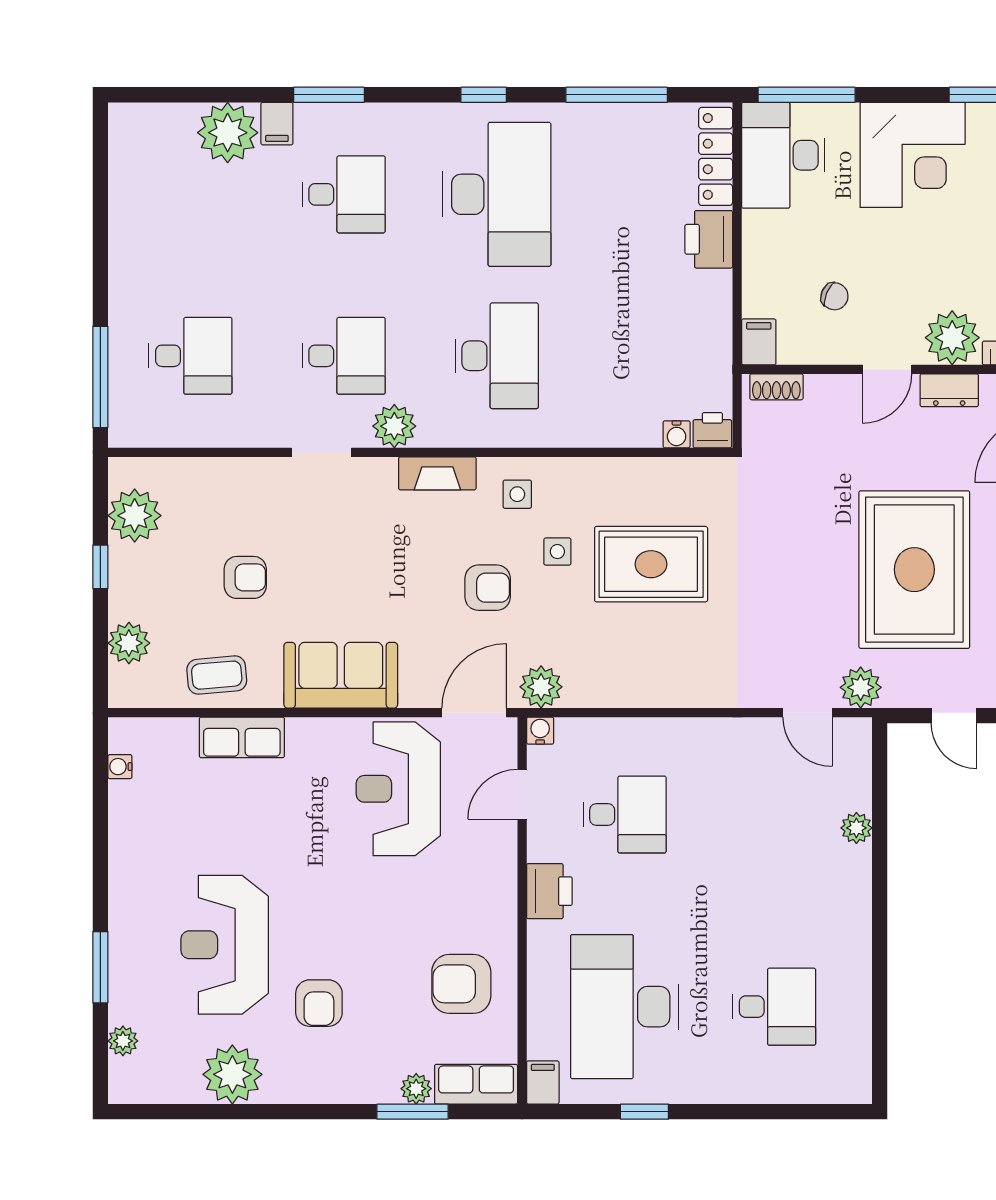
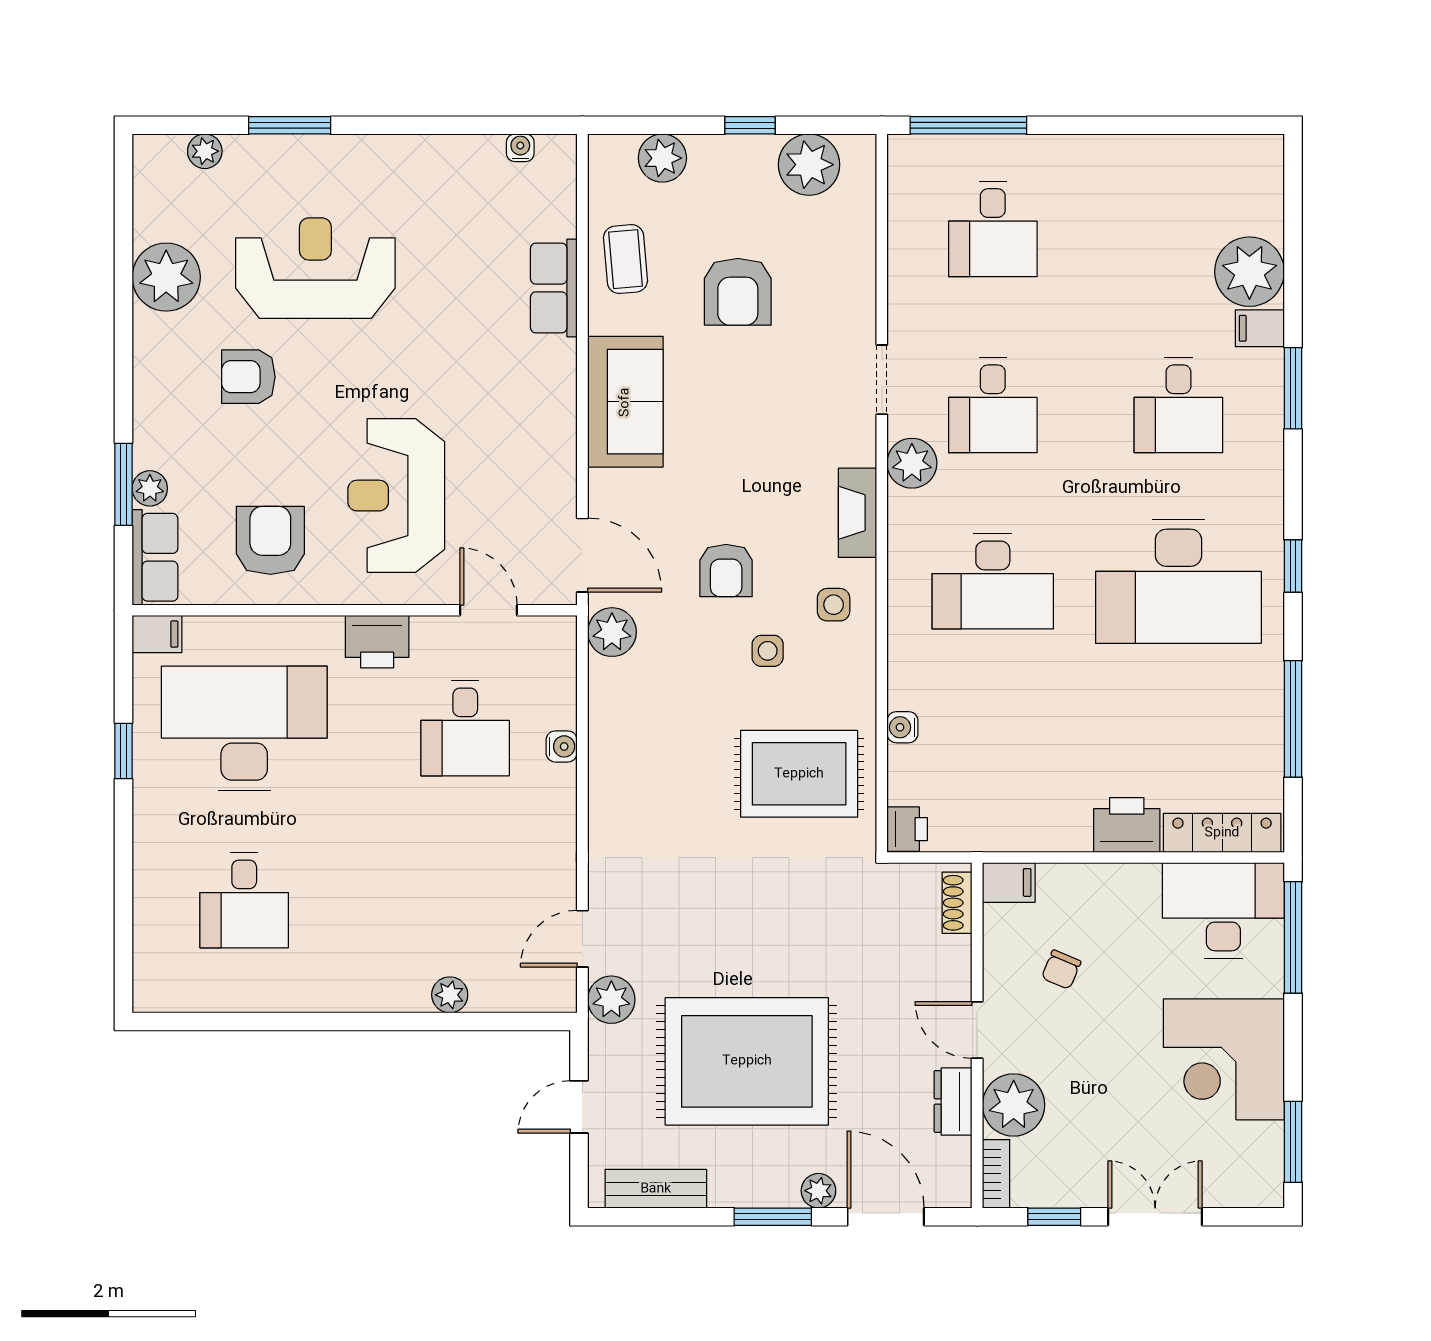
water cooler: (677, 434) -> (902, 727), moved
rug: (651, 564) -> (799, 774), moved, turned 90
armchair: (245, 577) -> (738, 292), width x1.38, depth x1.38
water cooler: (540, 731) -> (562, 746), moved
reception desk: (398, 789) -> (396, 496), moved, turned -90

